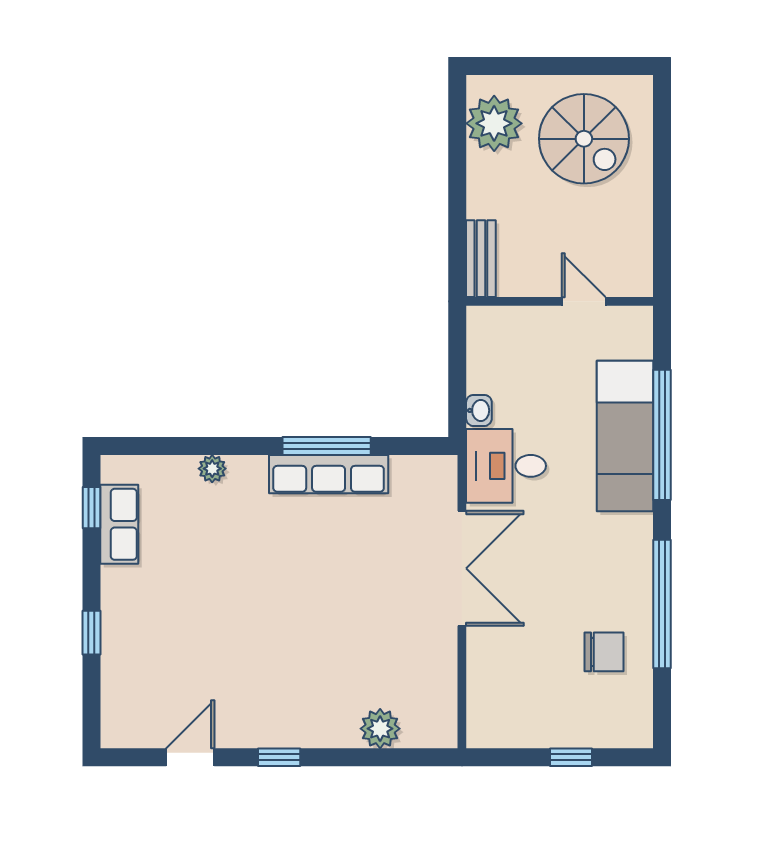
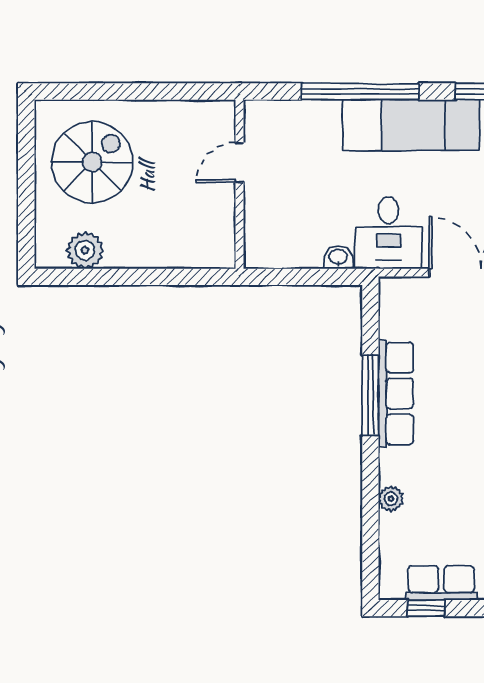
plant: (494, 123) -> (85, 250), width x0.73, depth x0.73
bench: (481, 259) -> (201, 255), removed
exam couch: (625, 436) -> (411, 125), moved

